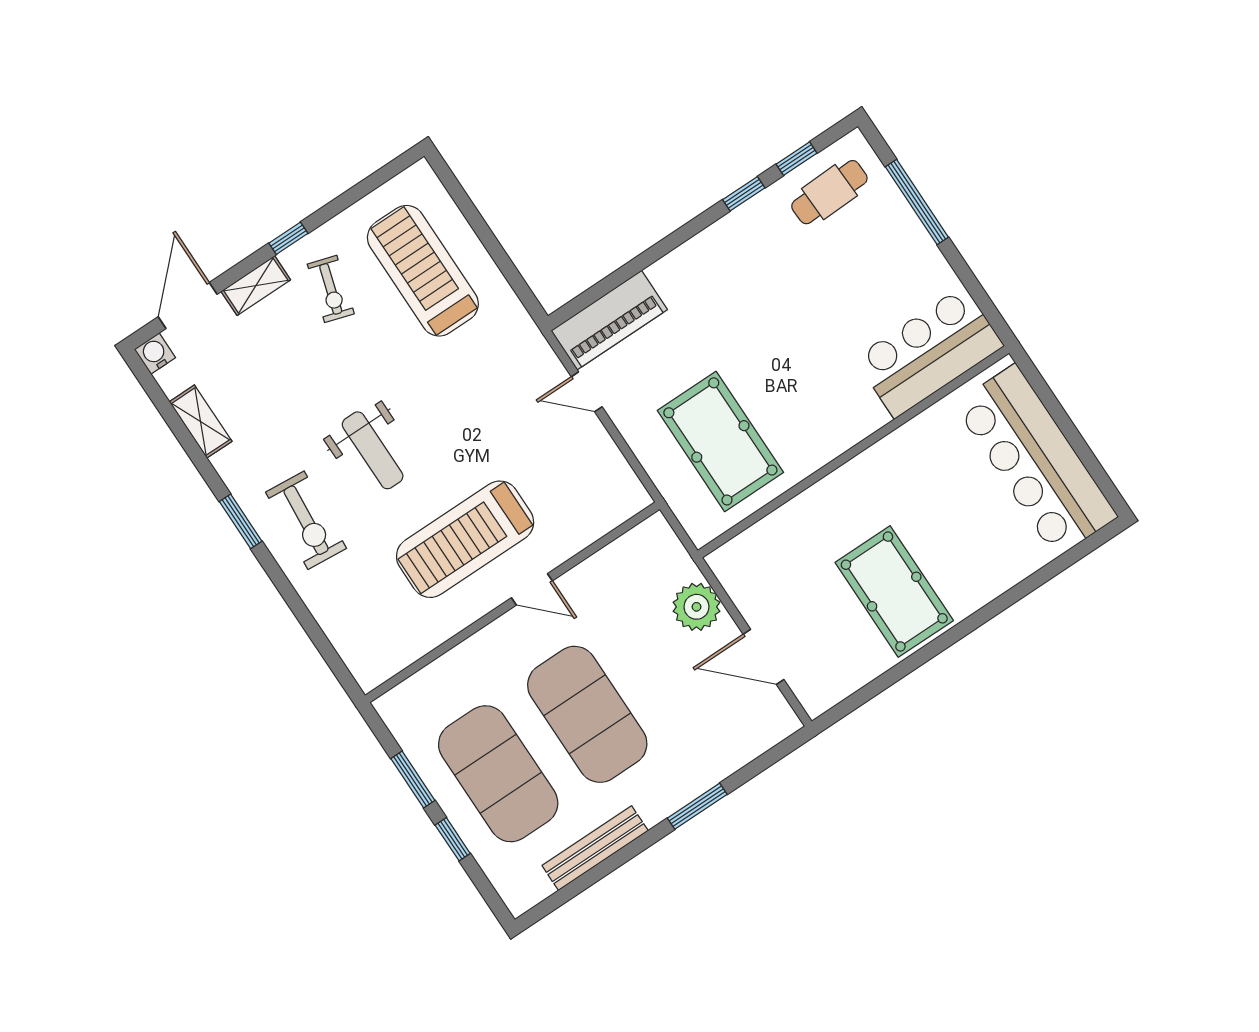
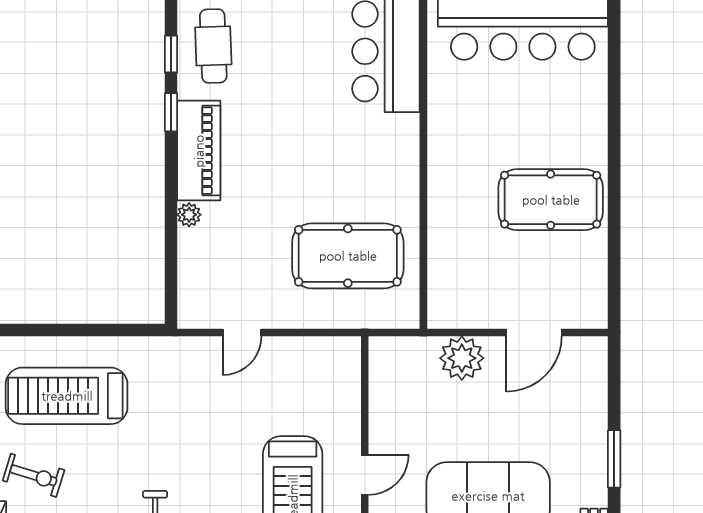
plant: (662, 272) -> (189, 215), added
piano: (609, 320) -> (199, 151), moved

